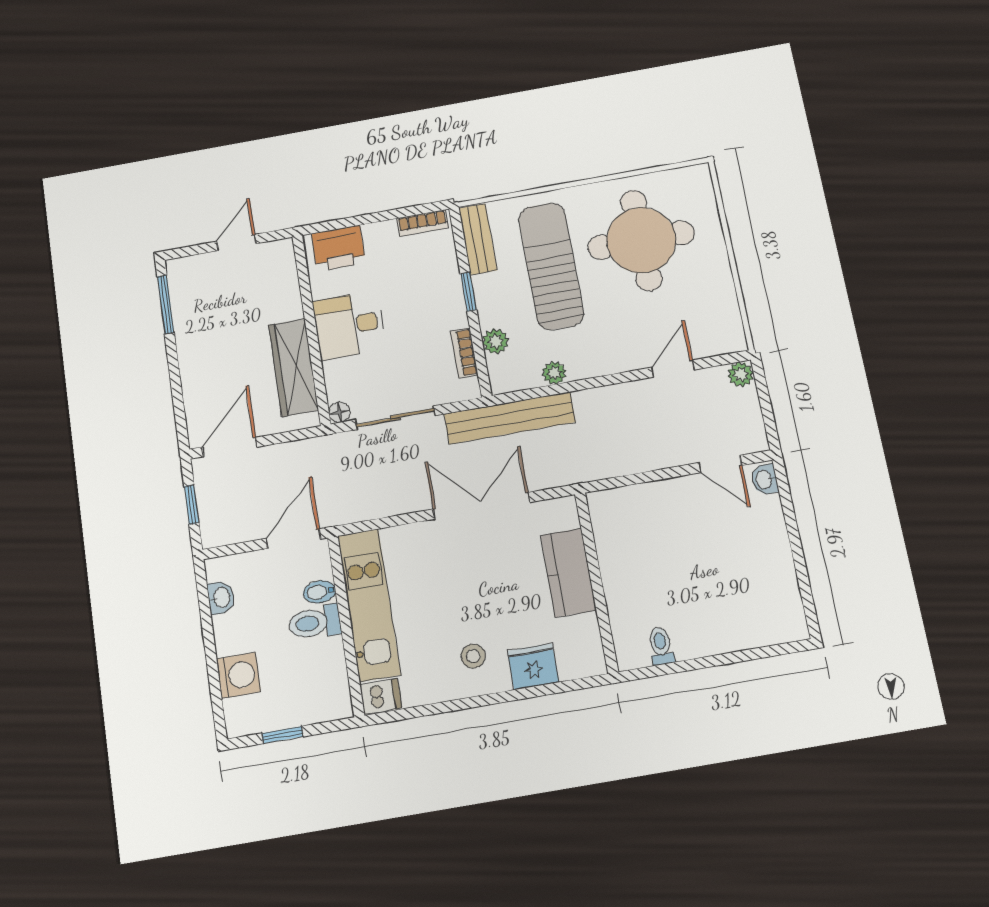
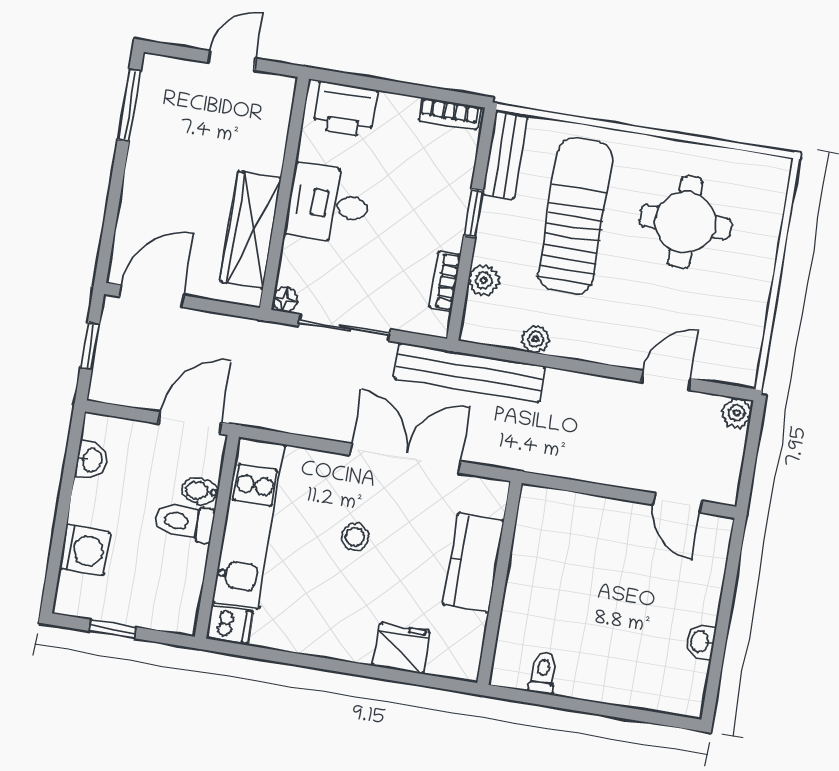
round table: (641, 240) -> (685, 222), width x0.73, depth x0.73
washbasin: (764, 479) -> (701, 642), moved
stool: (473, 656) -> (355, 537), moved

